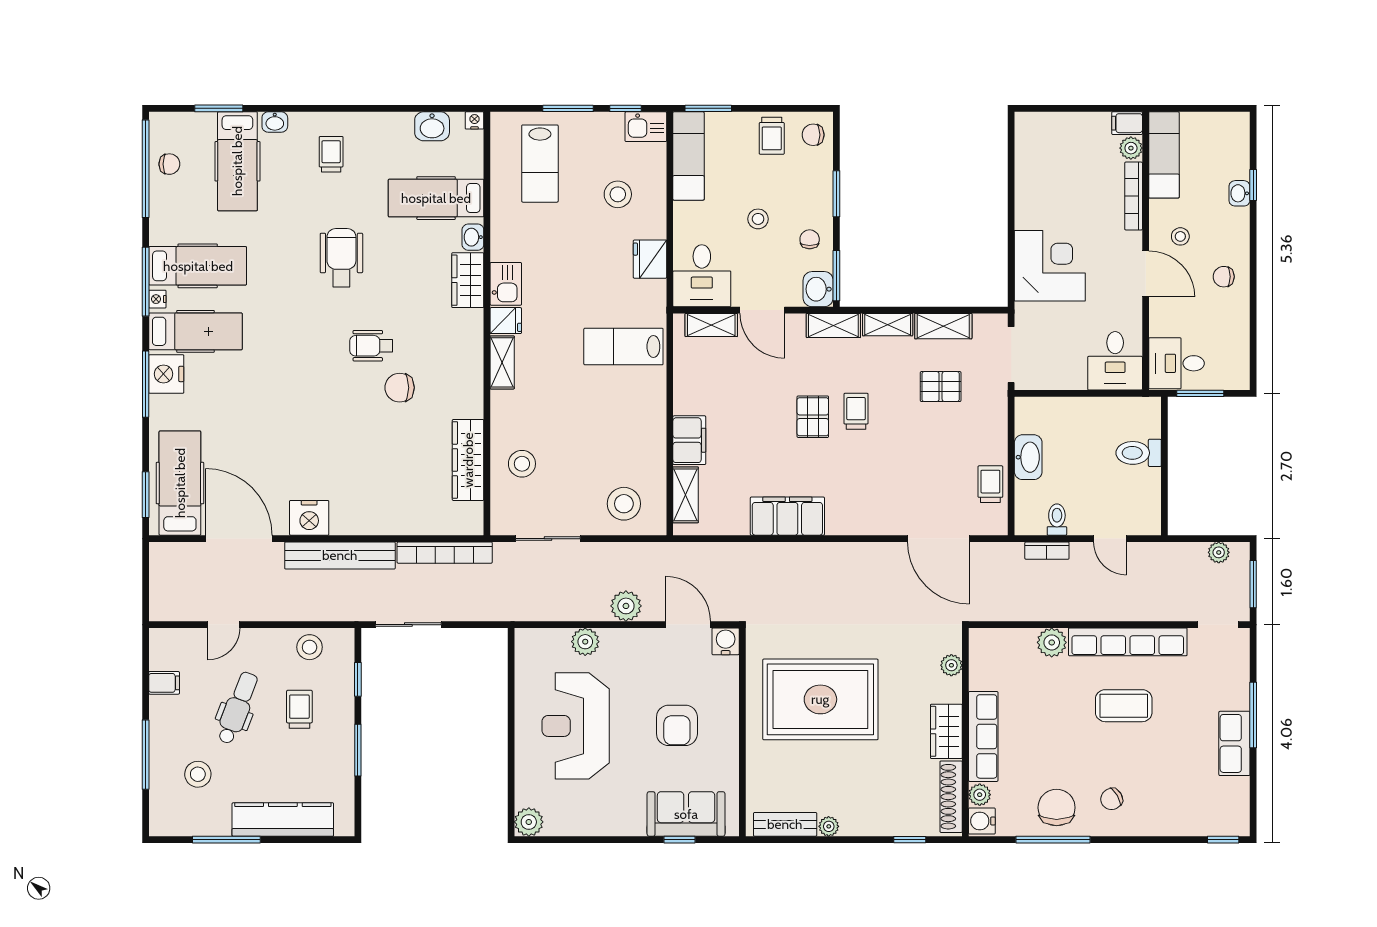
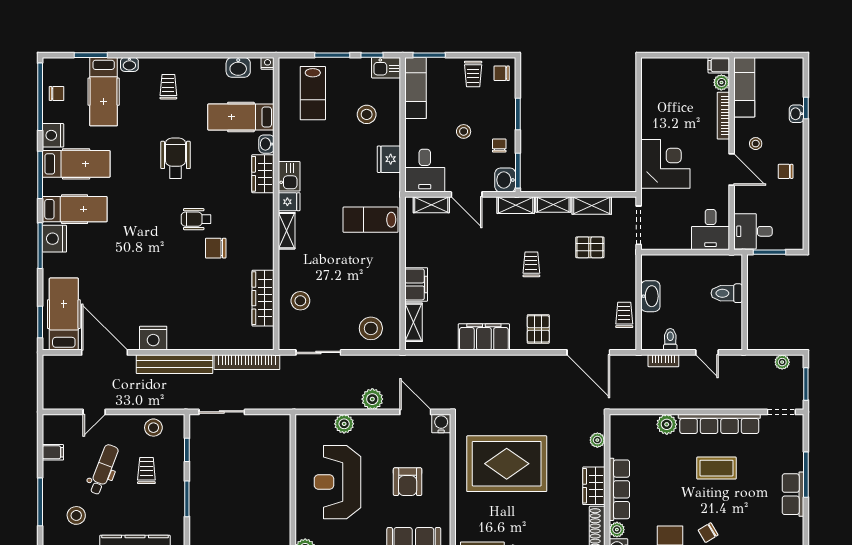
nightstand: (157, 299) -> (53, 135), moved, width x1.89, depth x1.79
pallet: (813, 417) -> (538, 329), moved

